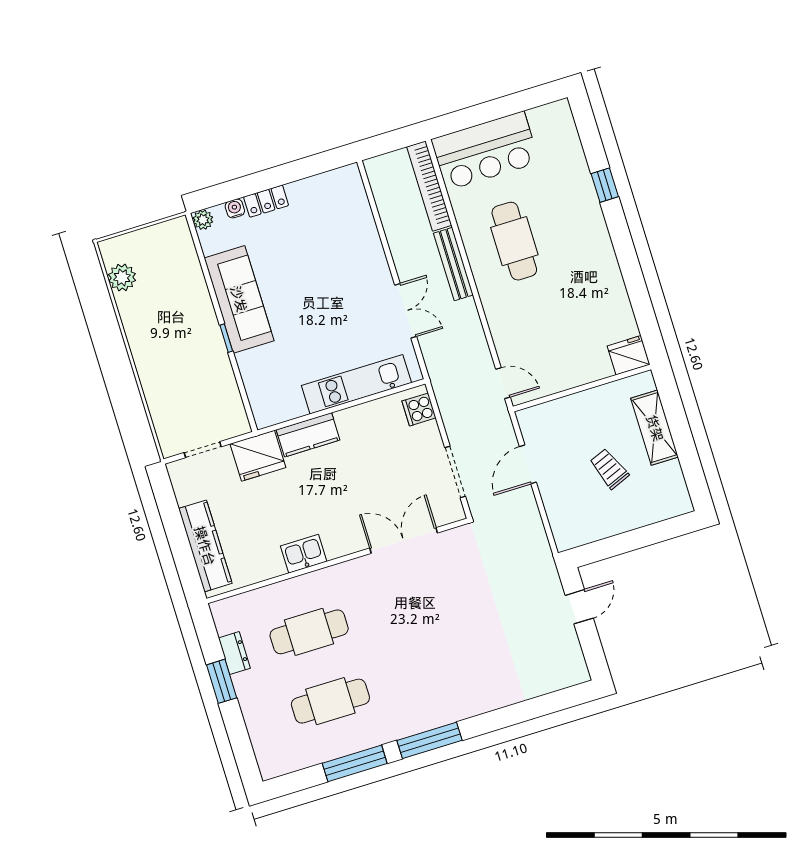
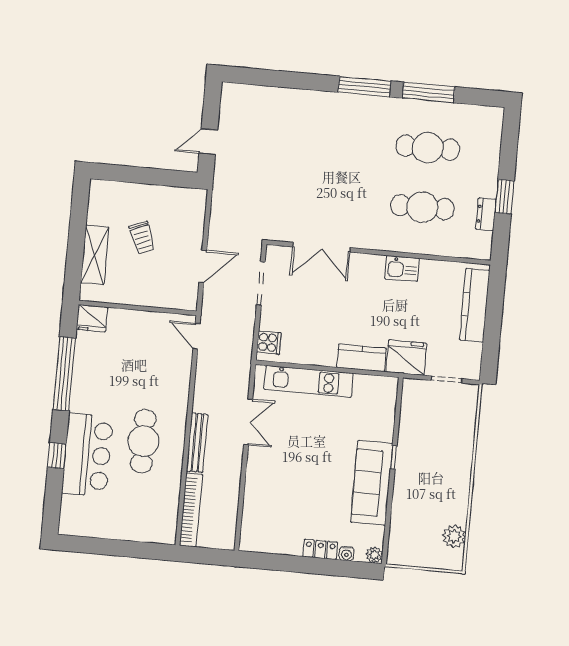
bar counter: (485, 151) -> (87, 455), moved, turned 90
window: (634, 280) -> (64, 374), added
double door: (406, 311) -> (248, 422), swing flipped

